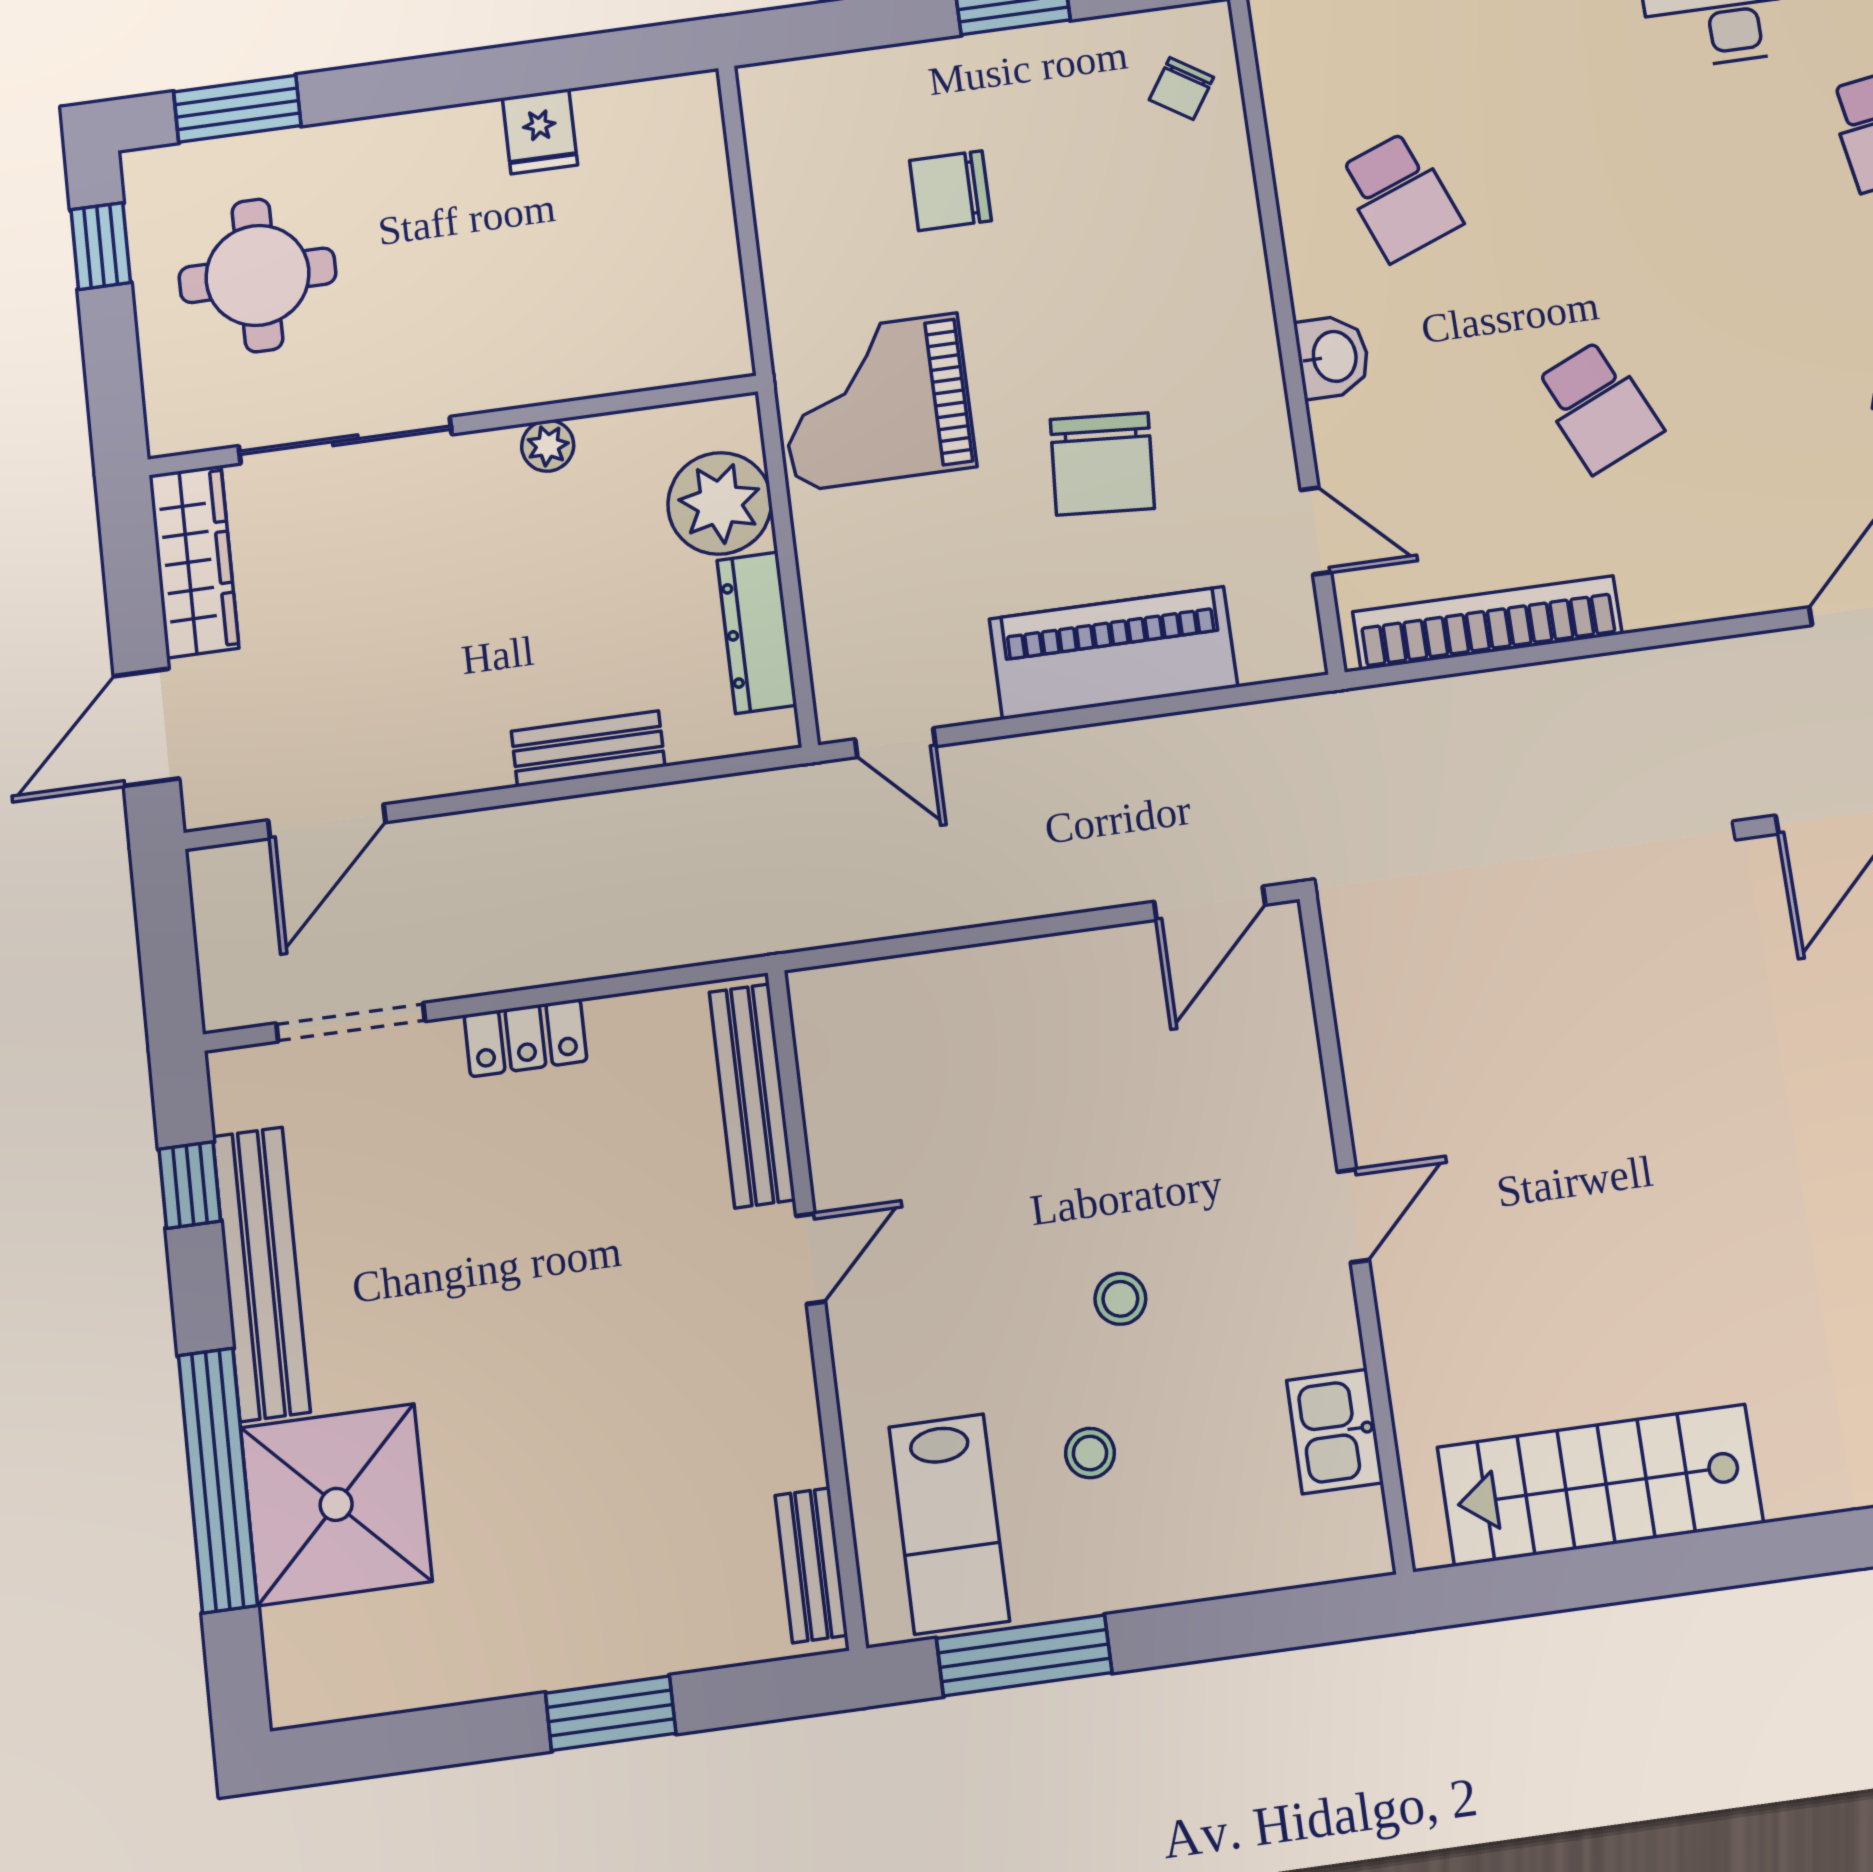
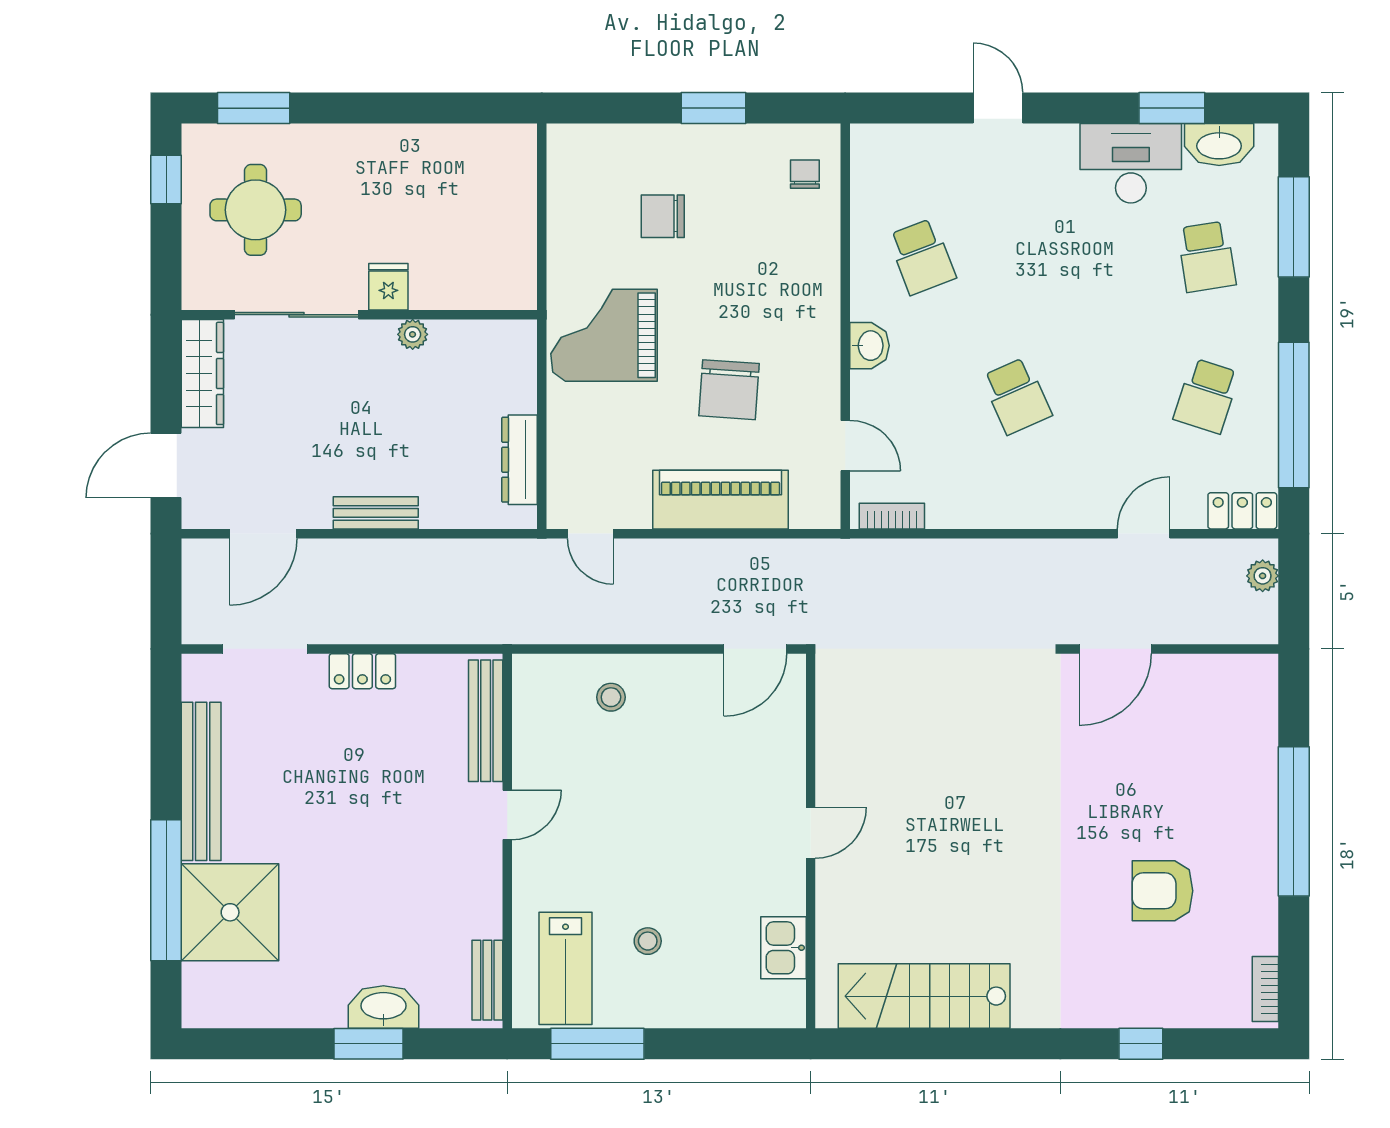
chair: (1181, 88) -> (805, 174), turned 147
fridge: (540, 131) -> (388, 287), moved, turned 180
plant: (720, 503) -> (507, 382), removed
bookcase: (1487, 623) -> (892, 516), width x0.43, depth x0.76
bench: (588, 749) -> (376, 513), moved
window: (190, 1185) -> (166, 727), removed
stool: (1120, 1299) -> (611, 697), moved
washbasin: (630, 1641) -> (383, 1007), added

